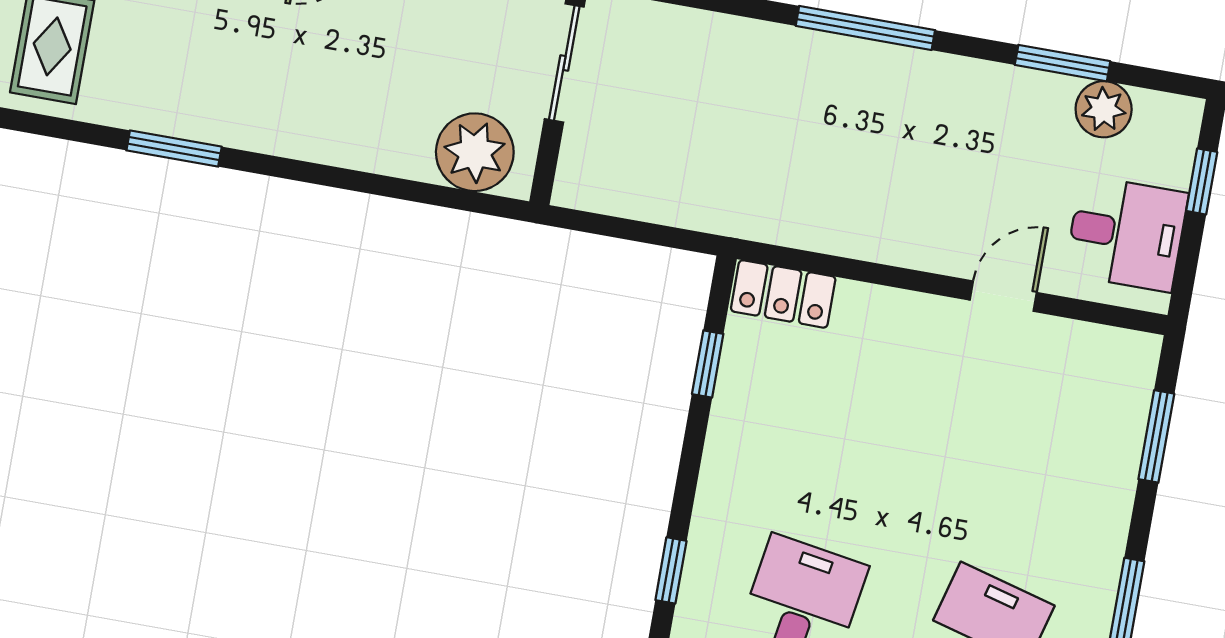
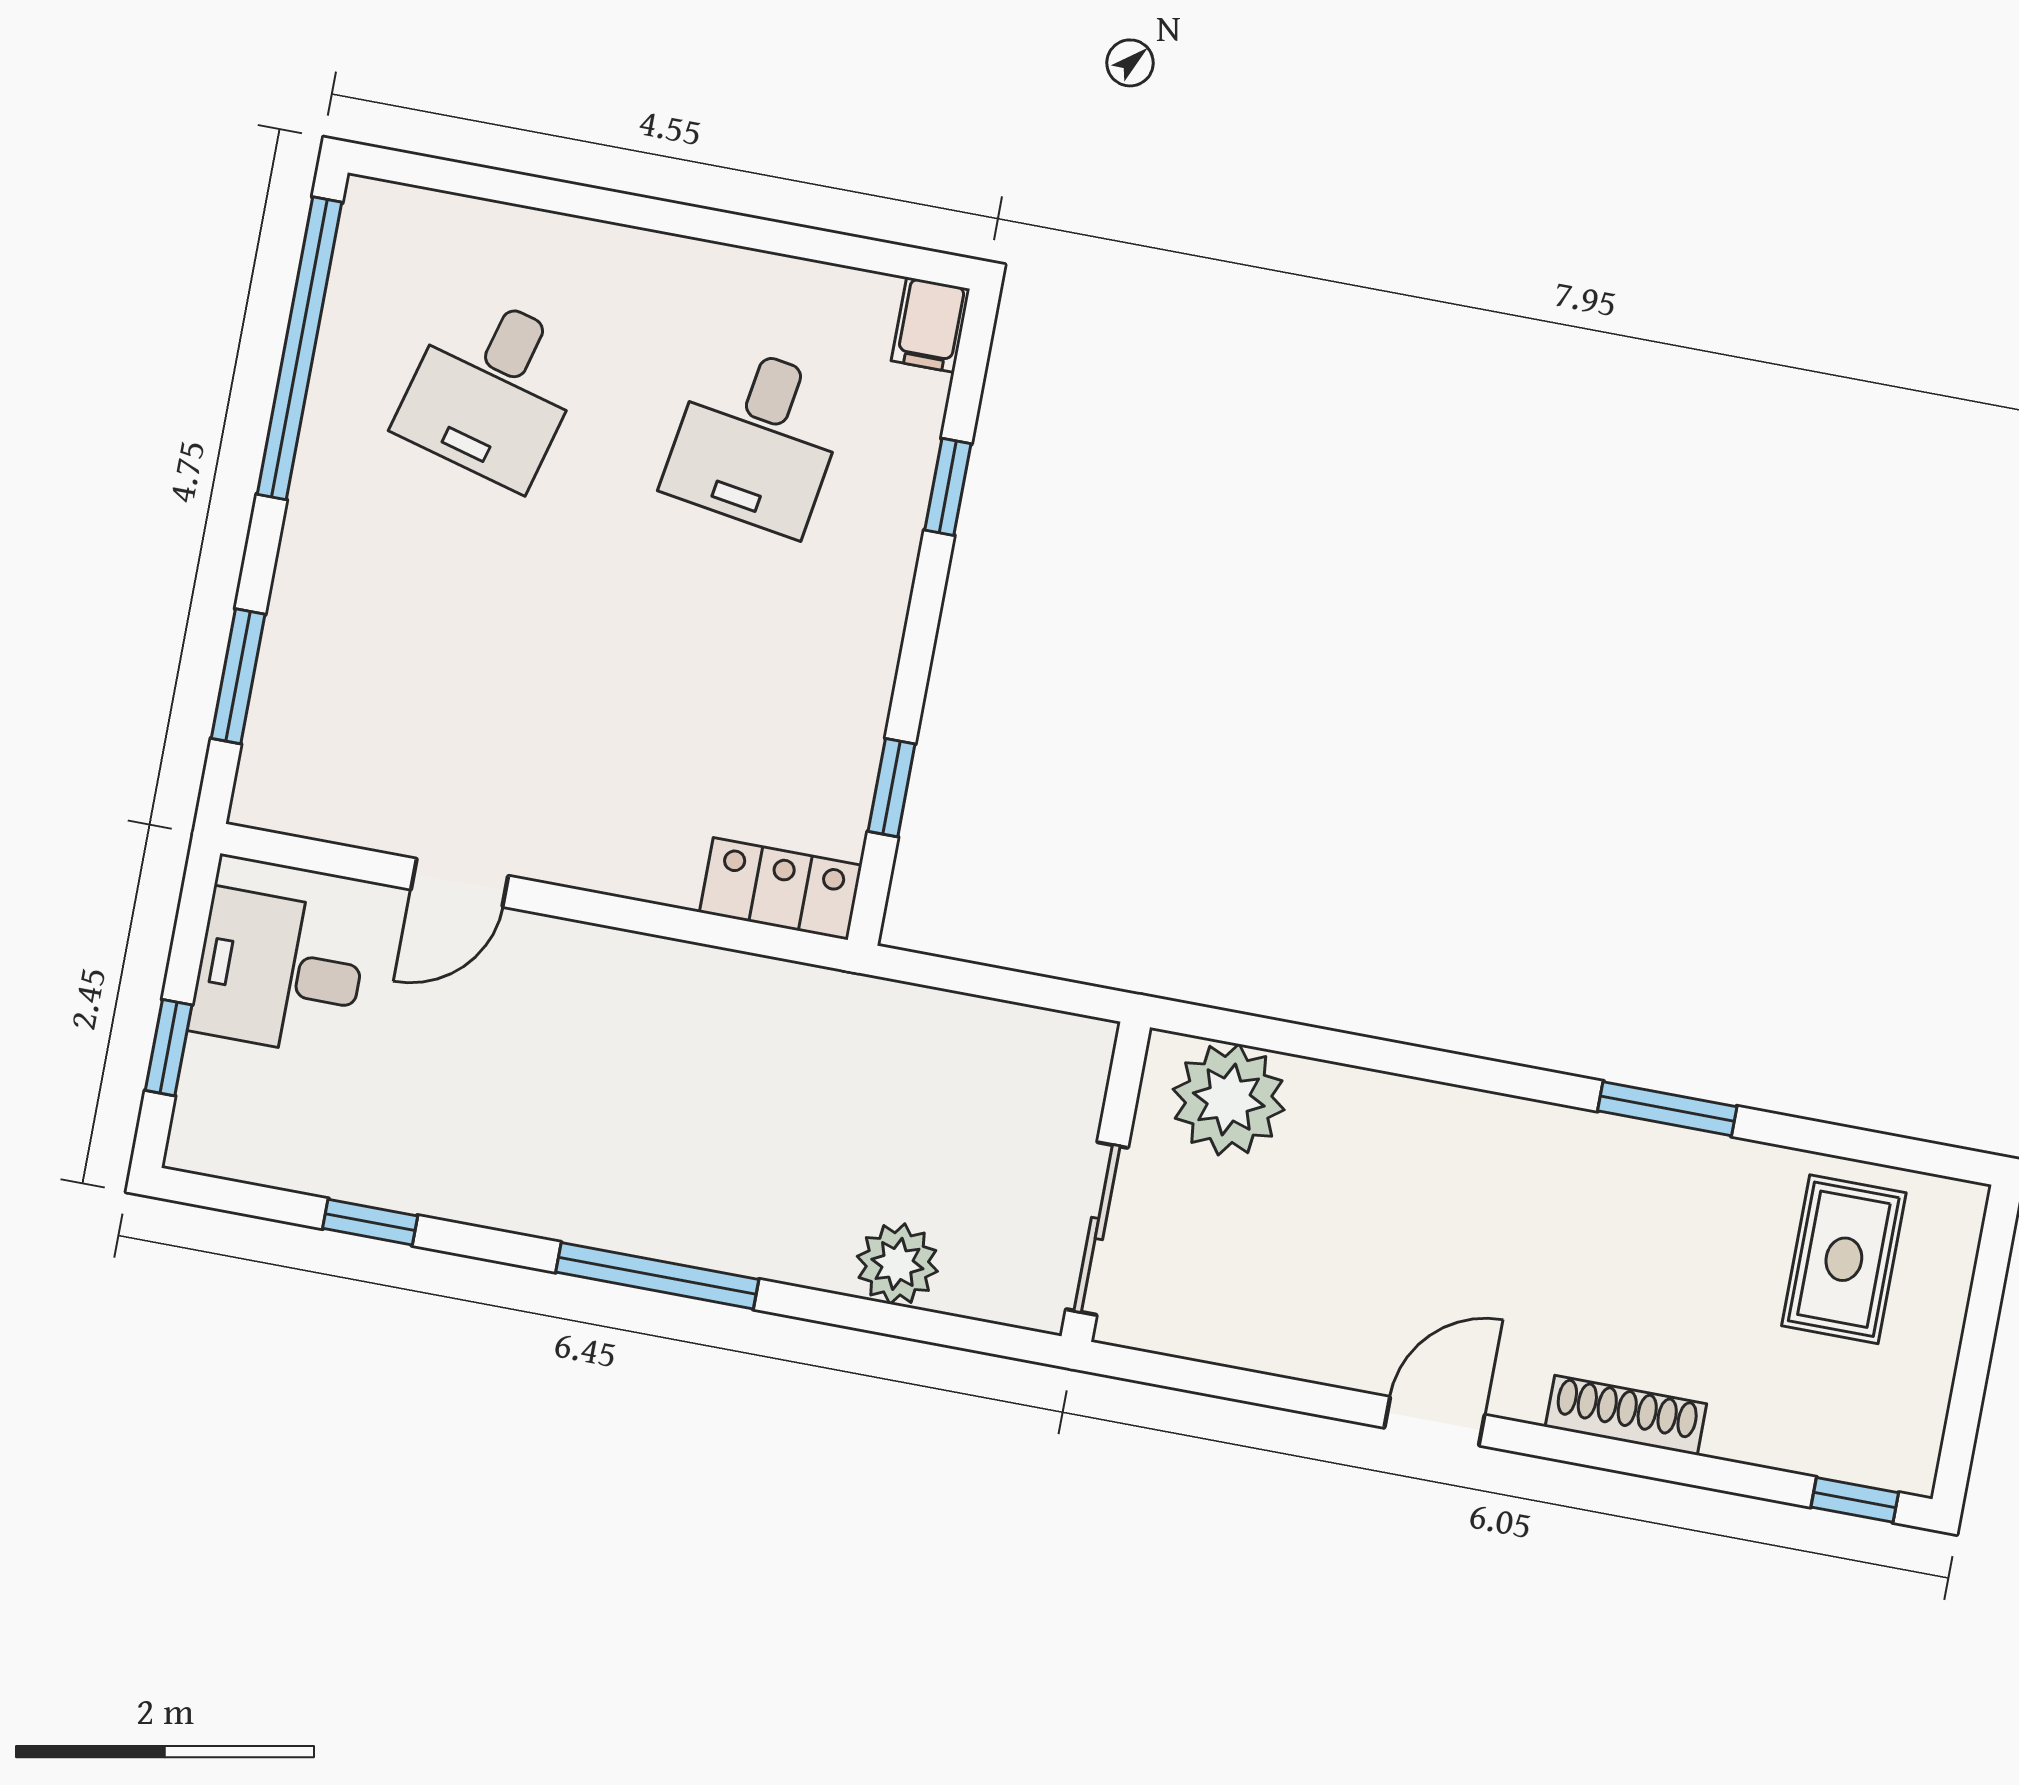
window: (1063, 63) -> (370, 1222), width x0.67
plant: (1104, 109) -> (897, 1264), moved

